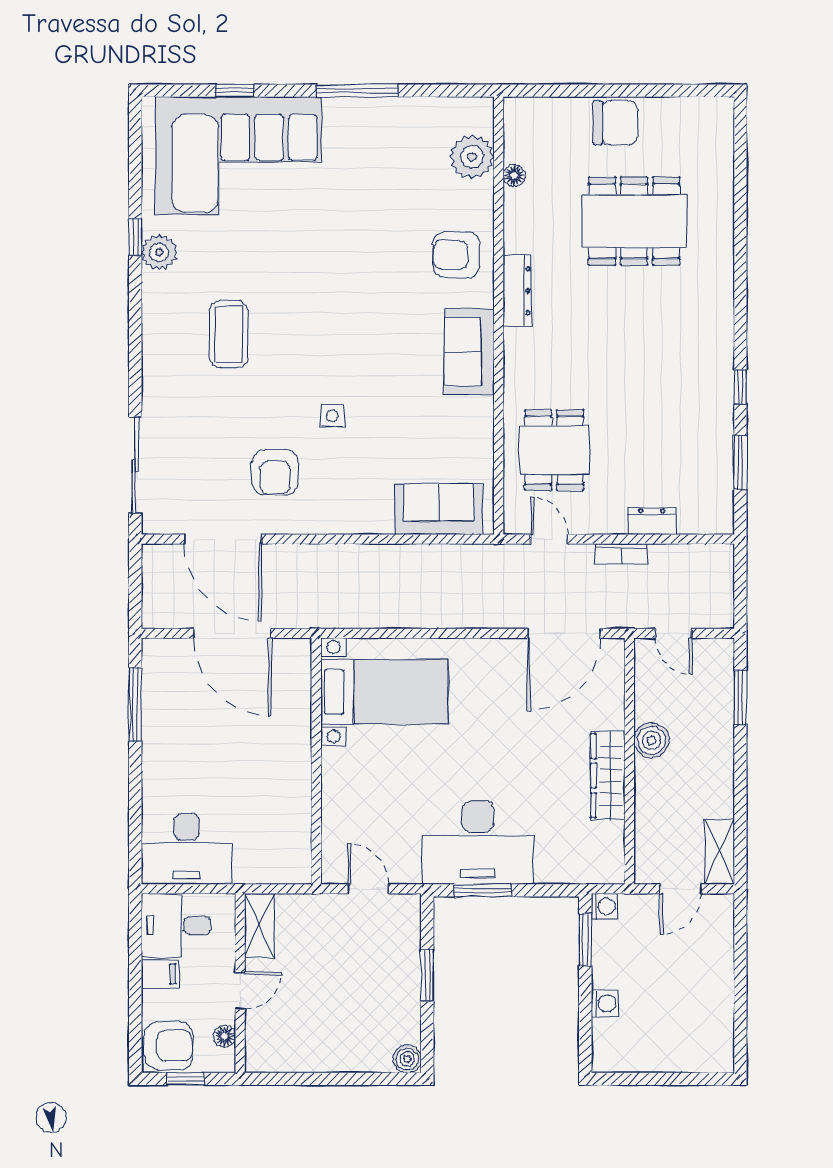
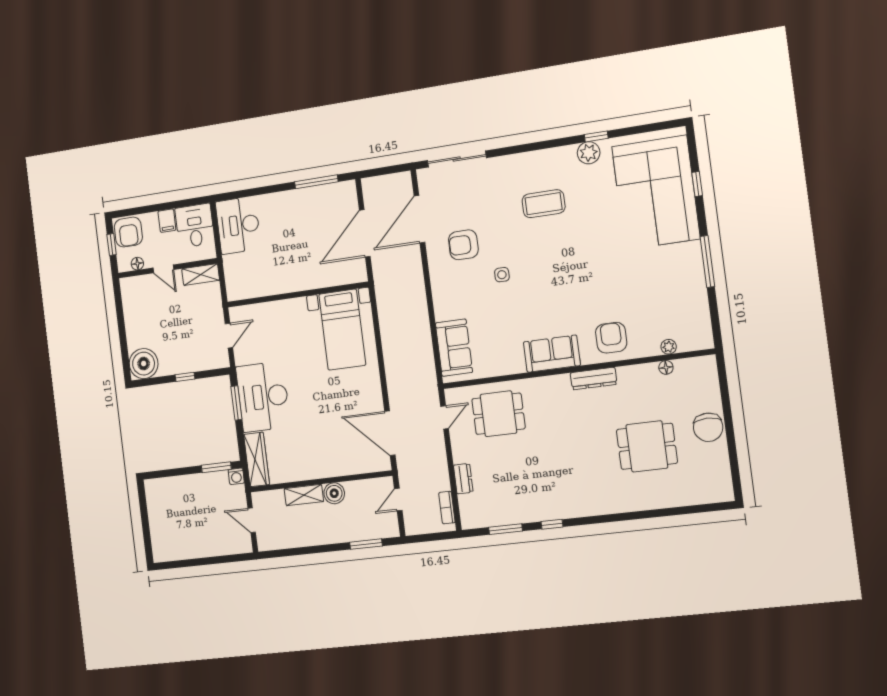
plant: (472, 157) -> (669, 347), width x0.53, depth x0.53
dining table: (634, 221) -> (647, 446), width x0.73
bookcase: (621, 554) -> (447, 508), moved
wardrobe: (608, 776) -> (257, 459), moved, turned 90
shelving: (720, 852) -> (304, 495), moved
window: (427, 976) -> (185, 377), width x0.67
washing machine: (605, 1003) -> (182, 483), removed
boiler: (407, 1059) -> (144, 364), width x1.86, depth x1.86

